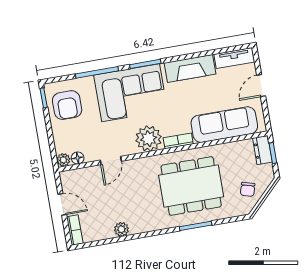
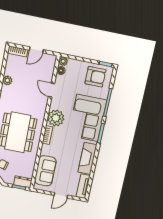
door: (261, 86) -> (61, 195), swing flipped
armchair: (67, 105) -> (95, 77), turned 180
sofa: (224, 125) -> (45, 171), width x0.73

